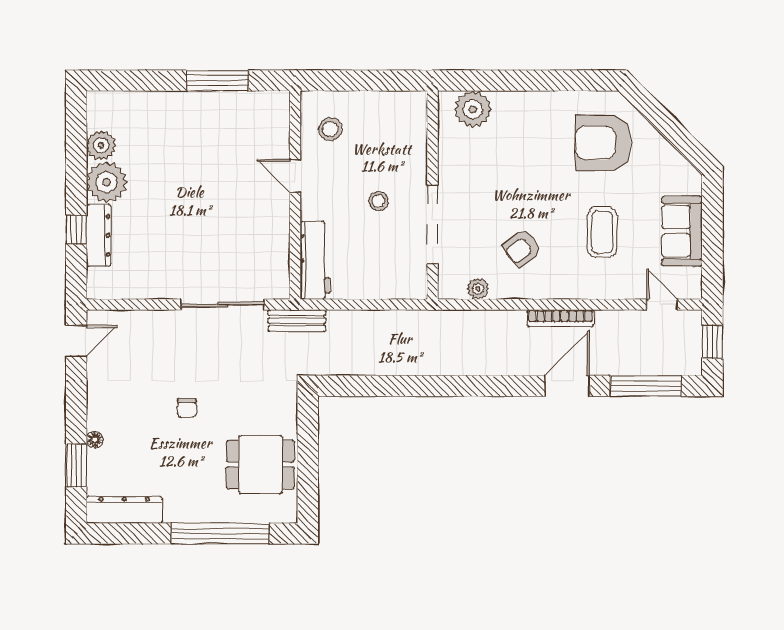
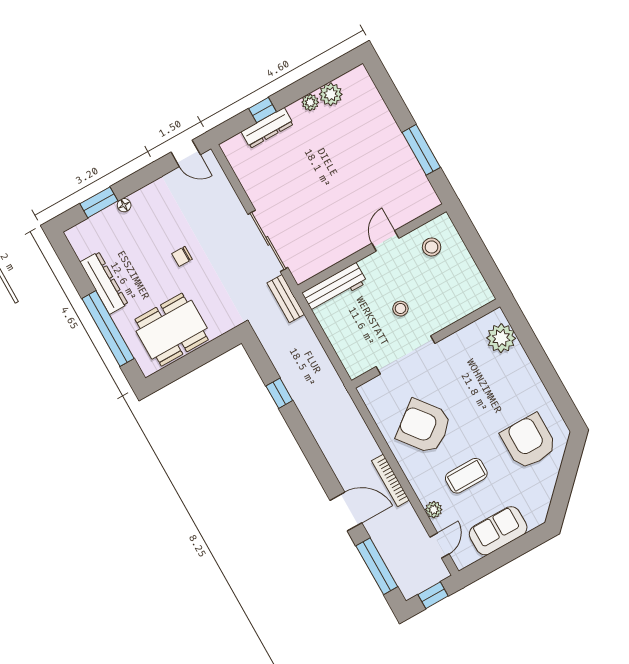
plant: (107, 182) -> (310, 102), width x0.53, depth x0.53
armchair: (522, 248) -> (424, 426), width x1.88, depth x1.88
plant: (478, 289) -> (434, 510), moved
window: (396, 386) -> (279, 393), added
dining table: (260, 465) -> (172, 330), width x1.37
dresser: (124, 510) -> (104, 283), moved

